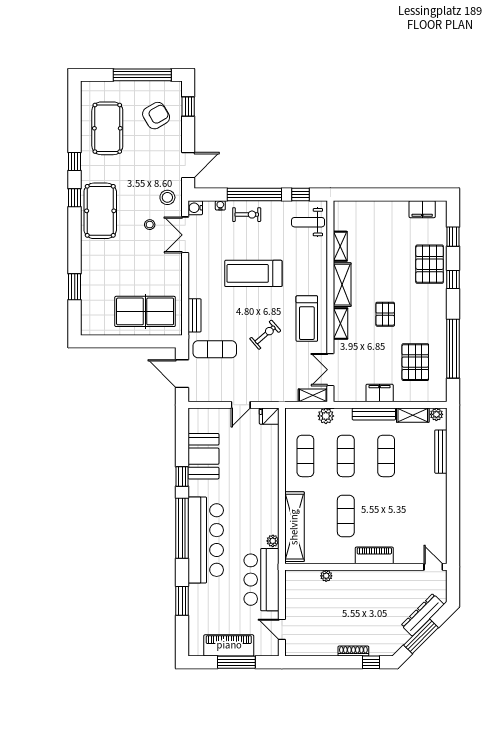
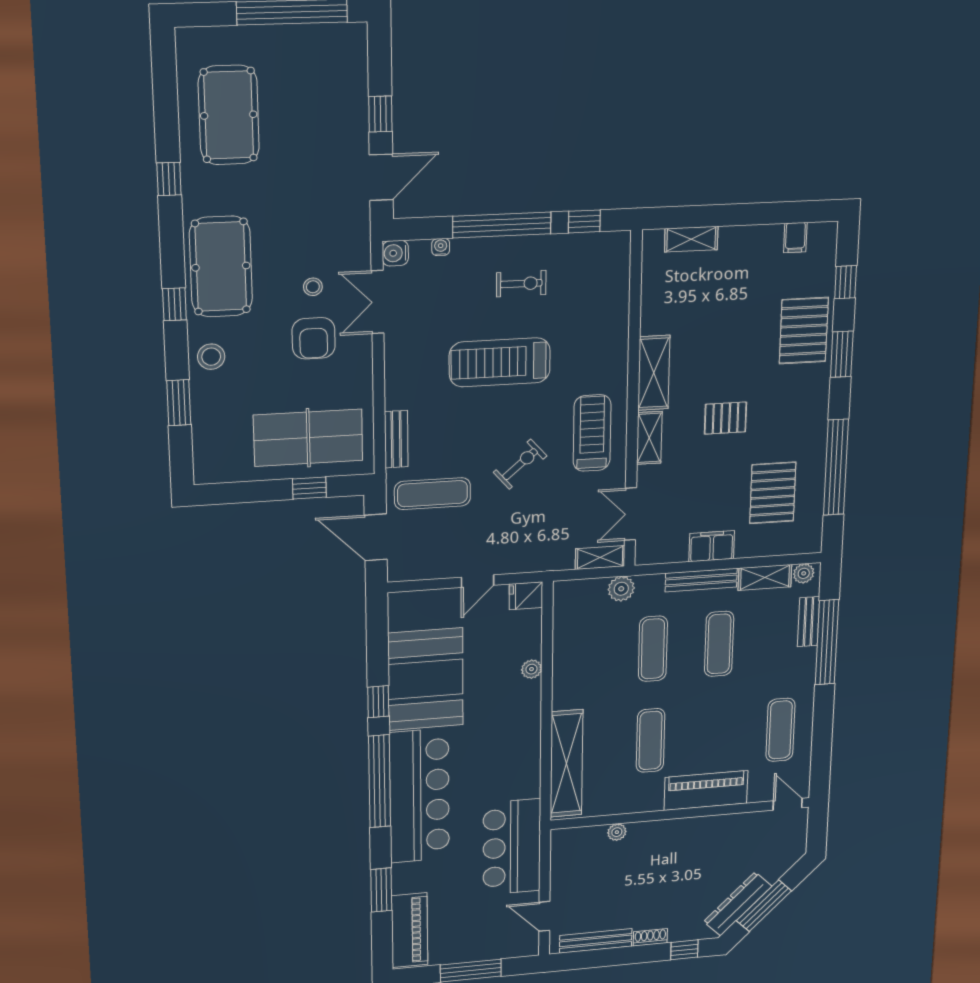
window: (188, 107) -> (380, 114), moved
armchair: (156, 116) -> (314, 338), moved, turned 120
stool: (167, 197) -> (211, 357), moved
window: (75, 198) -> (174, 304), moved
filing cabinet: (422, 209) -> (795, 238), width x0.50
exercise bike: (247, 215) -> (521, 284), moved
weight bench: (308, 222) -> (597, 269), removed
shelving: (340, 246) -> (691, 239), moved, turned 90
window: (453, 279) -> (842, 354), width x1.50
pallet: (385, 314) -> (725, 418), turned 90
treadmill: (307, 319) -> (592, 433), turned 180
window: (145, 341) -> (309, 488), added
bench: (441, 452) -> (808, 622), width x0.73
booth: (203, 456) -> (426, 679), width x1.36, depth x1.42
exercise mat: (305, 456) -> (780, 730), moved
window: (453, 460) -> (827, 642), added
plant: (273, 541) -> (532, 669), moved
piano: (374, 555) -> (706, 790), width x1.37, depth x1.33
dresser: (423, 615) -> (738, 904), moved
piano: (229, 645) -> (410, 930), moved, turned 90
bench: (314, 650) -> (596, 941), added
shoe rack: (353, 651) -> (650, 937), width x0.70

